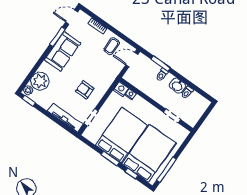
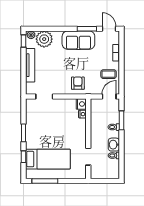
door: (132, 60) -> (109, 97), hinge flipped
armchair: (85, 90) -> (78, 83), moved
tv unit: (65, 118) -> (30, 65), moved
bed: (121, 135) -> (47, 129), removed
bed: (149, 153) -> (48, 159), width x0.67

